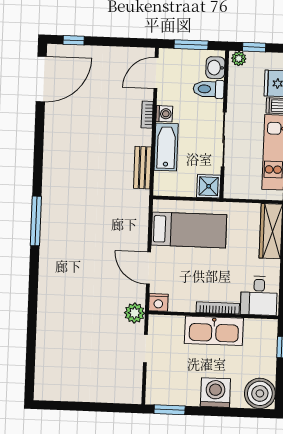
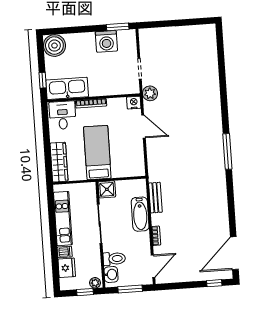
washing machine: (164, 114) -> (144, 238), removed
bed: (189, 230) -> (97, 153), moved, turned 90
kitchen sink: (214, 331) -> (67, 88), moved
washing machine: (215, 393) -> (106, 41), moved

